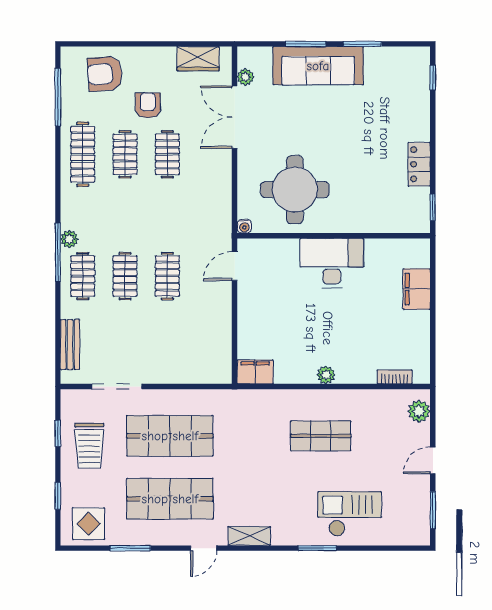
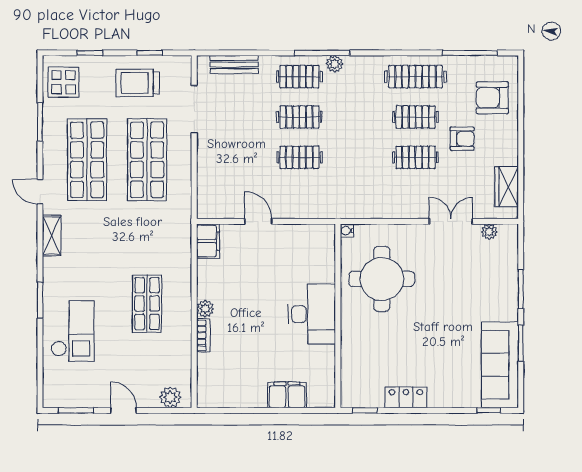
sofa: (318, 66) -> (500, 365), moved
armchair: (105, 74) -> (492, 98), turned -86
double door: (235, 117) -> (451, 221), width x0.73
door: (235, 266) -> (258, 221), moved
bookcase: (395, 377) -> (203, 335), moved

